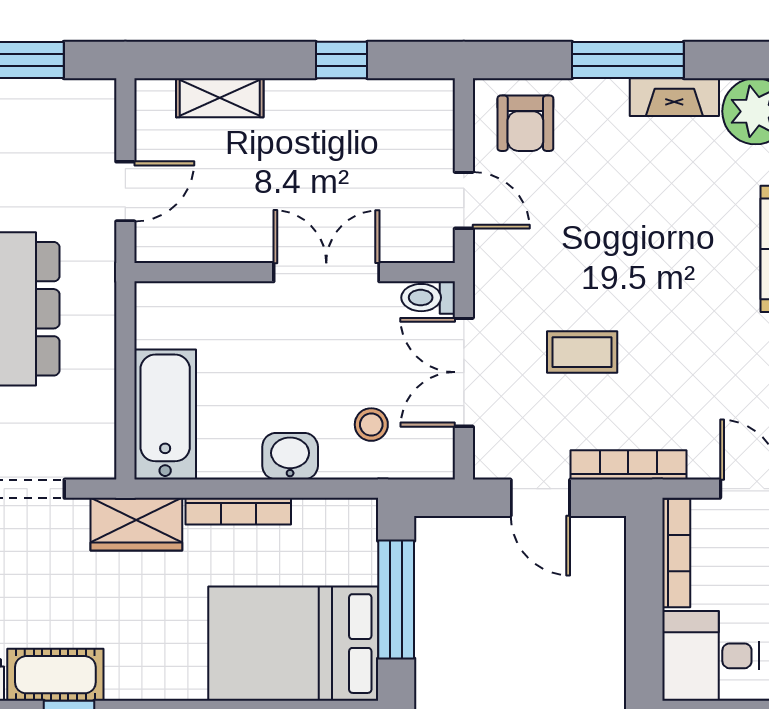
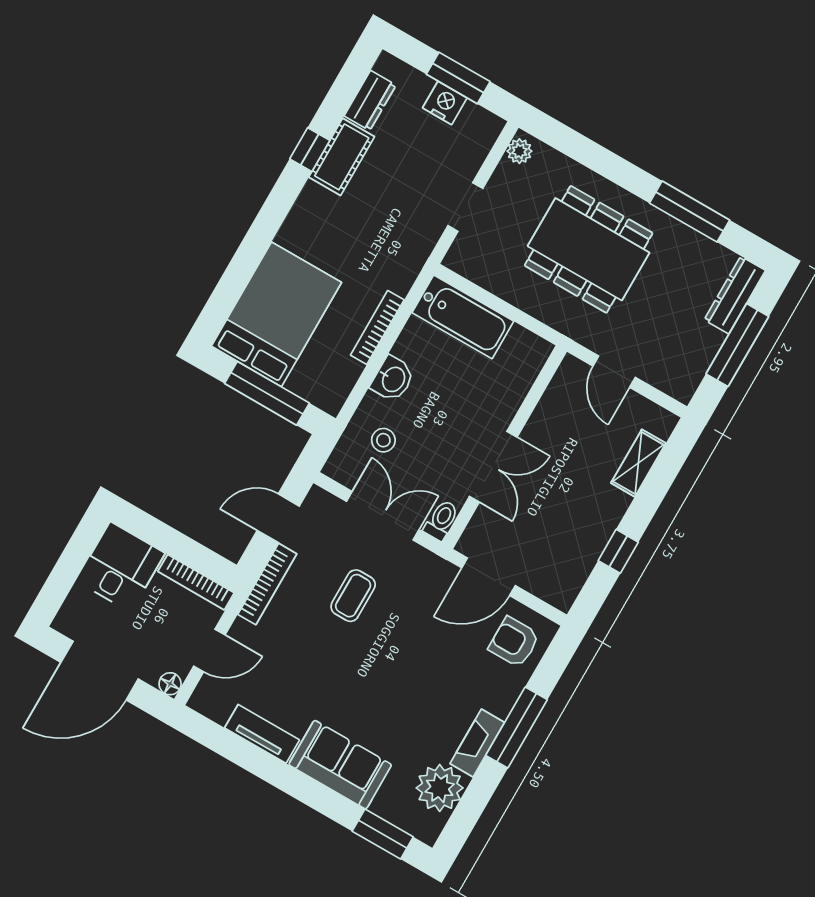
door: (464, 200) -> (489, 577), width x1.37
wardrobe: (136, 524) -> (406, 260), removed

